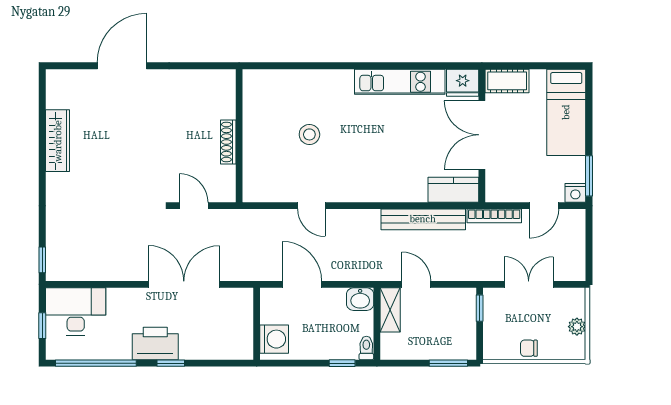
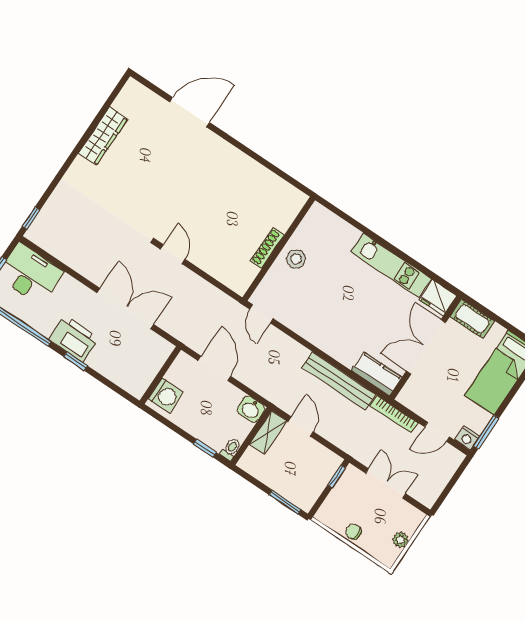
wall: (239, 136) -> (279, 249), moved
shoe rack: (228, 142) -> (267, 248), moved

